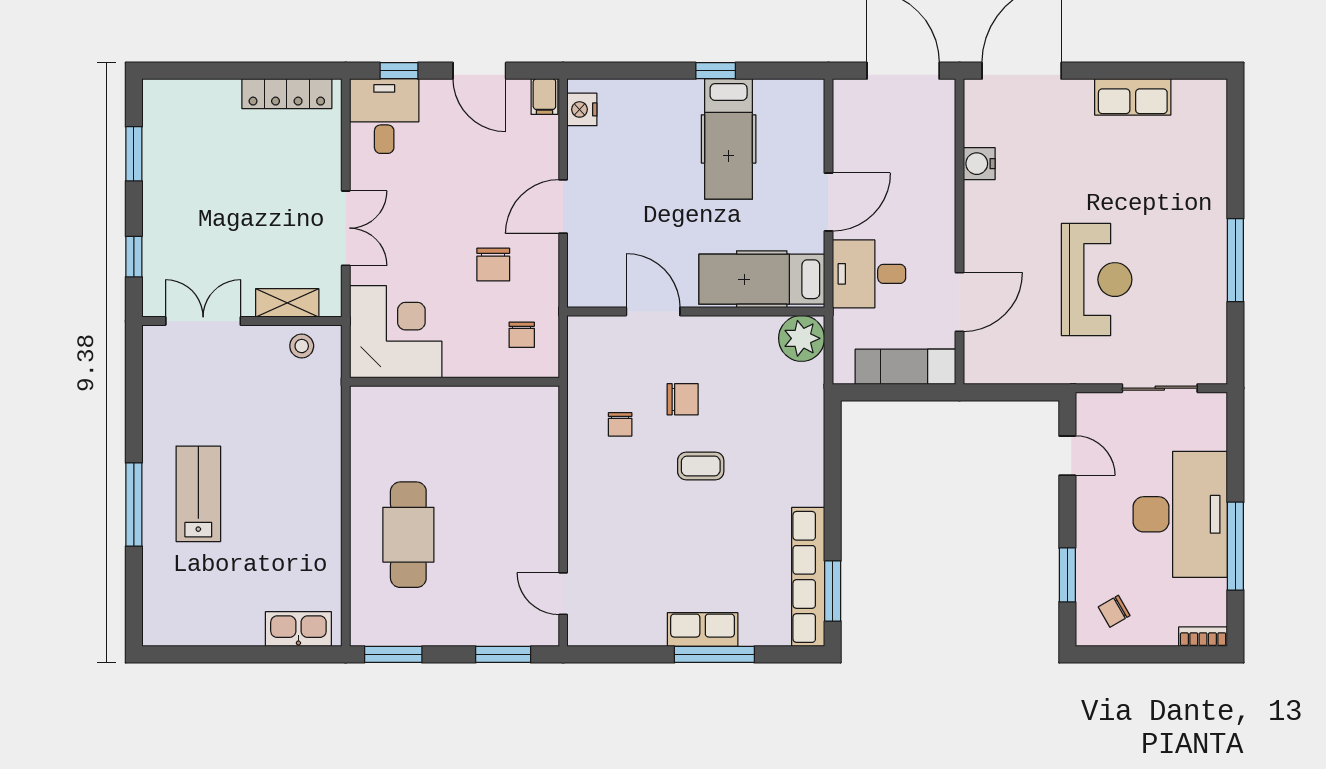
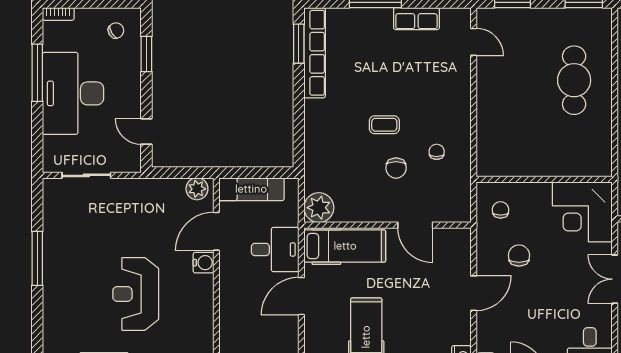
water cooler: (979, 164) -> (204, 263), moved
reception desk: (1097, 280) -> (136, 294), moved
plant: (989, 367) -> (197, 189), added
chair: (683, 399) -> (396, 168), turned -90
row of seats: (703, 630) -> (416, 19), moved

